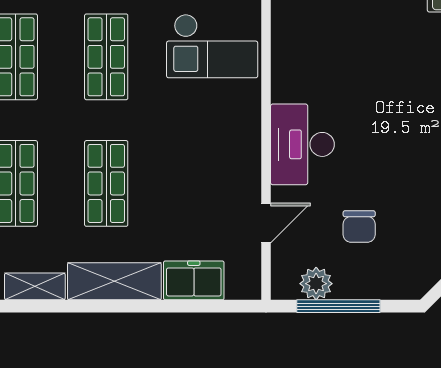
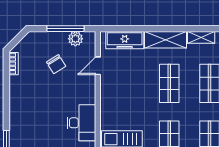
desk: (302, 144) -> (81, 123), moved
chair: (359, 226) -> (56, 64), turned 148
freezer: (194, 280) -> (125, 40), width x1.40

